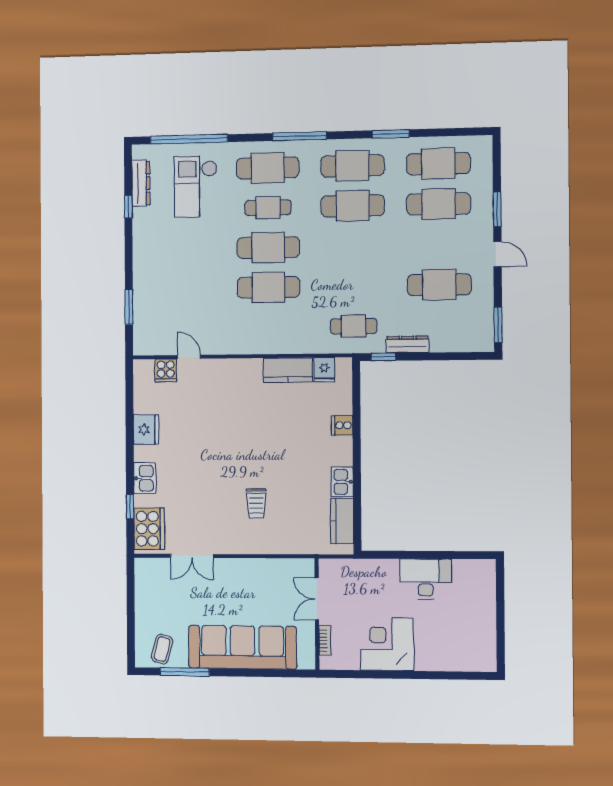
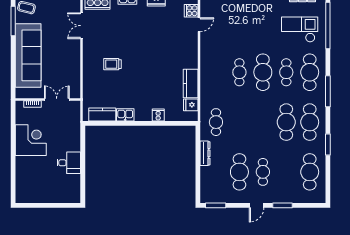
cafe table: (439, 204) -> (263, 172), moved, width x0.73, depth x0.74
cafe table: (268, 287) -> (239, 72), width x0.73, depth x0.74
window: (384, 357) -> (198, 139), removed
desk: (426, 579) -> (69, 163), width x0.73

